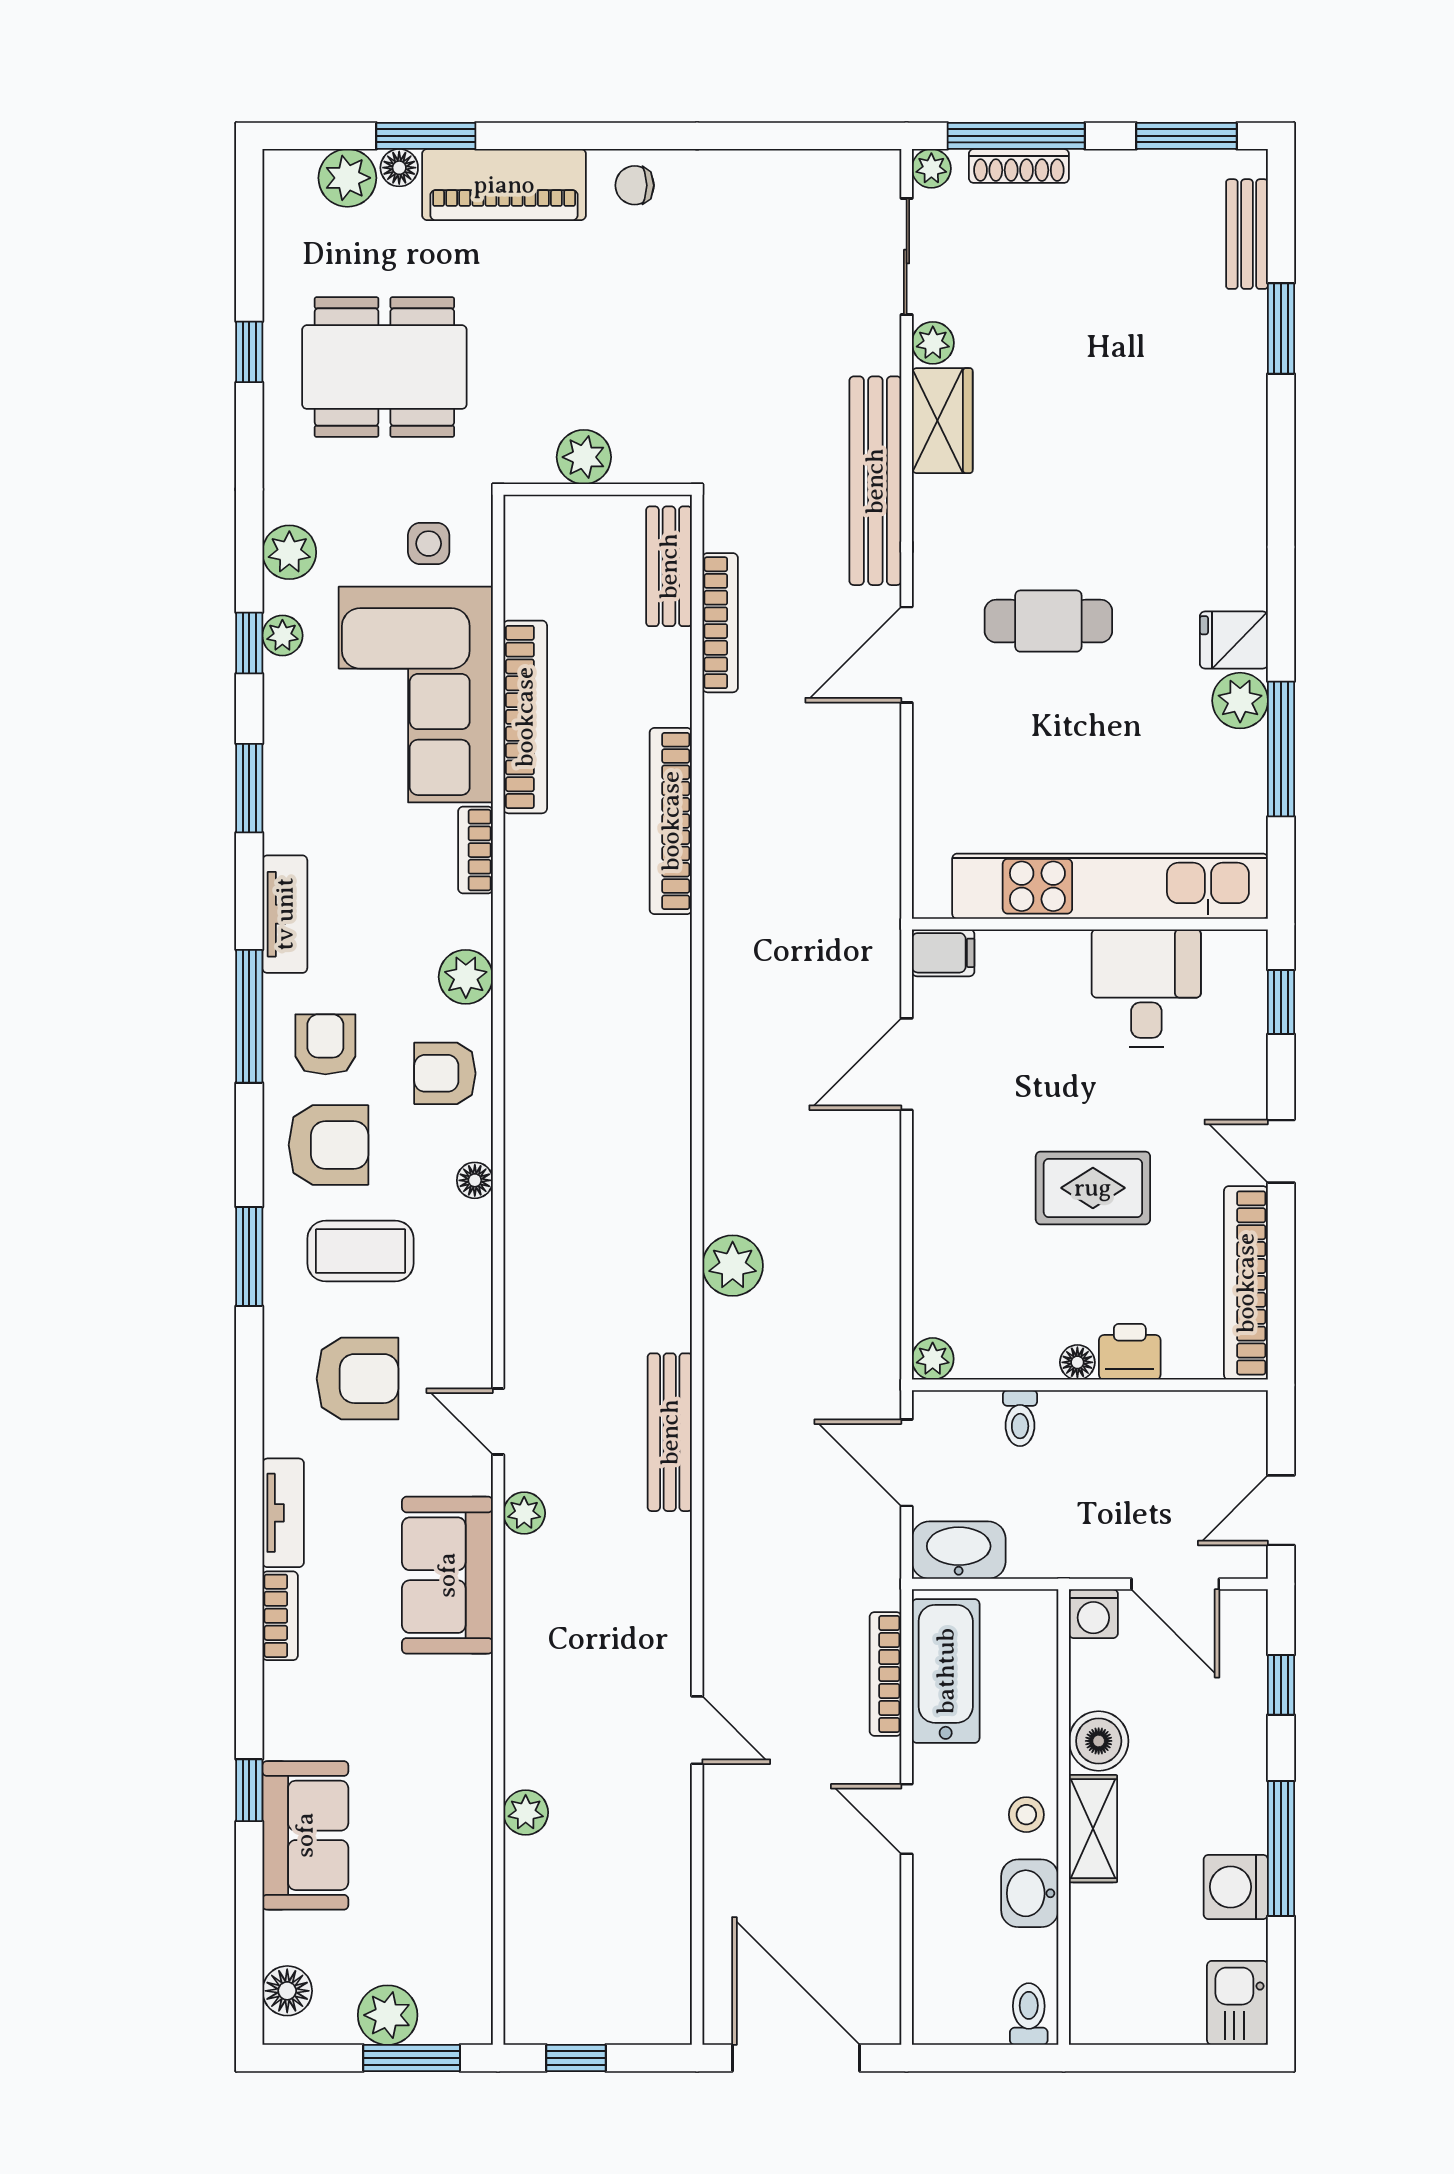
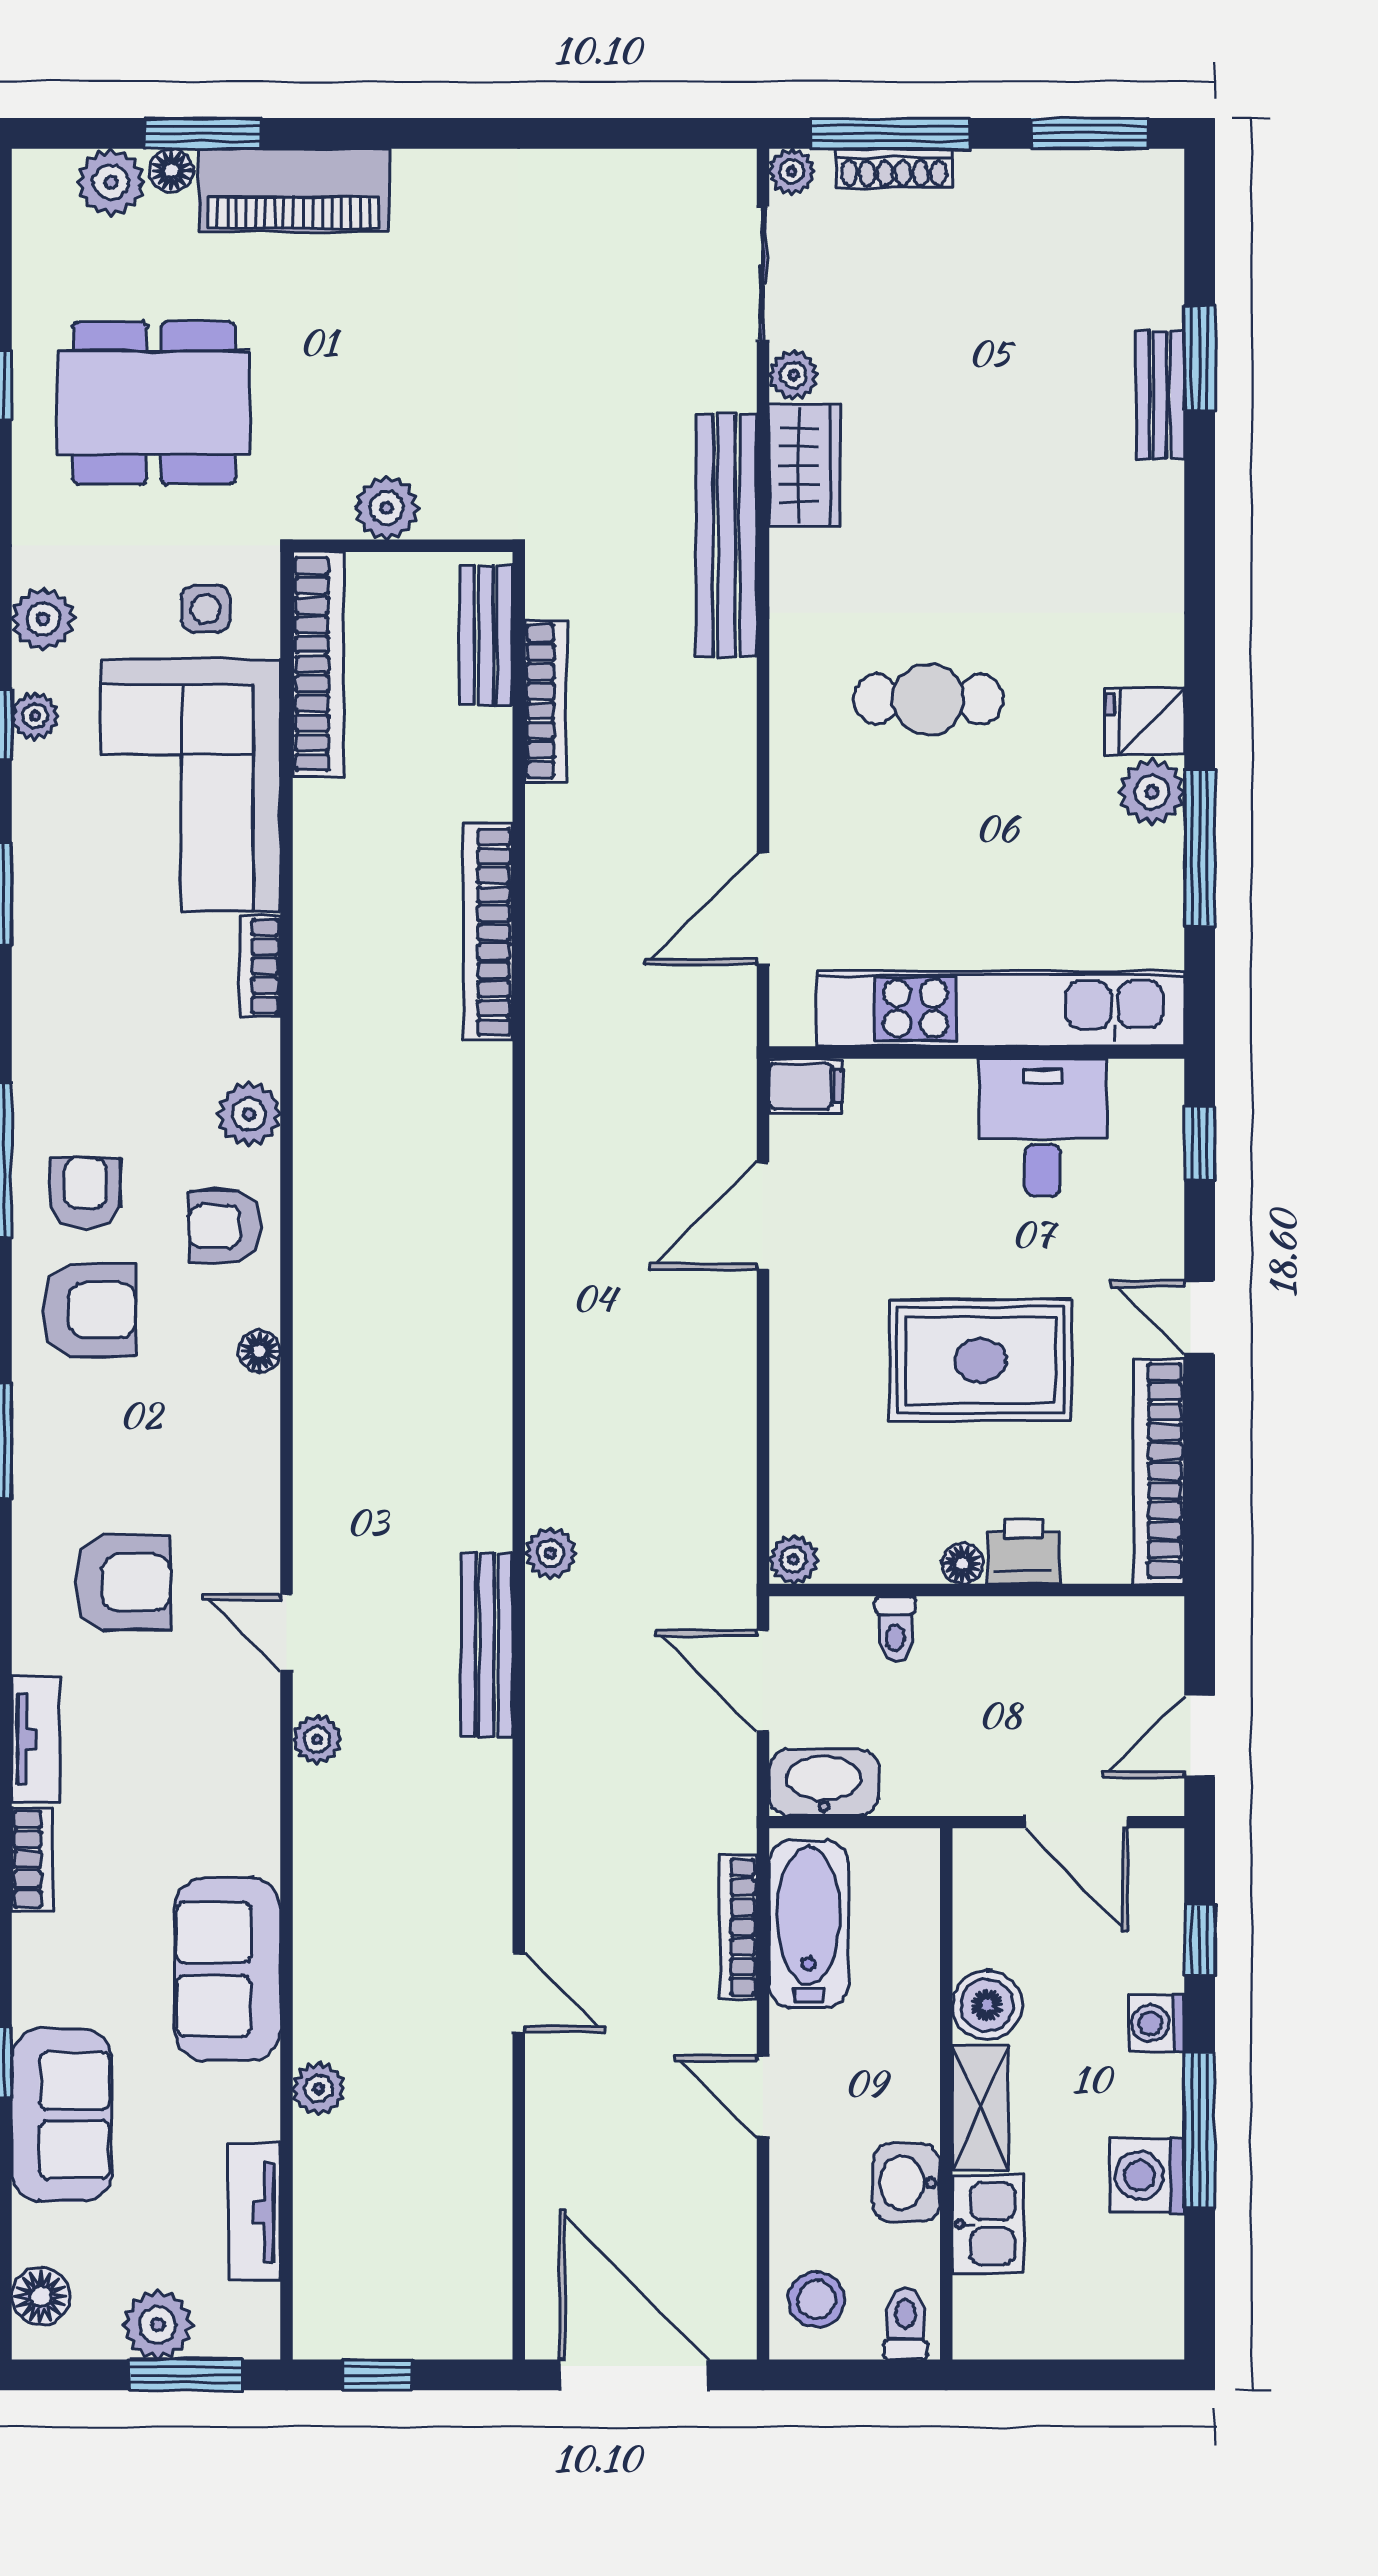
chair: (635, 185) -> (446, 191), removed
bench: (1247, 234) -> (1160, 395), moved
door: (907, 655) -> (763, 909), moved
bookcase: (525, 717) -> (318, 664), moved
tv unit: (285, 914) -> (254, 2212), moved, turned 180
rug: (1093, 1188) -> (980, 1360), width x1.36, depth x1.43
coffee table: (360, 1251) -> (126, 1434), removed
plant: (733, 1266) -> (550, 1553), moved, width x0.73, depth x0.73
sofa: (447, 1575) -> (228, 1969), moved
washing machine: (1093, 1614) -> (1156, 2023), moved, turned 90
stool: (1026, 1815) -> (816, 2300), moved, width x1.37, depth x1.37
kitchen sink: (1237, 2003) -> (988, 2224), moved, turned 180

